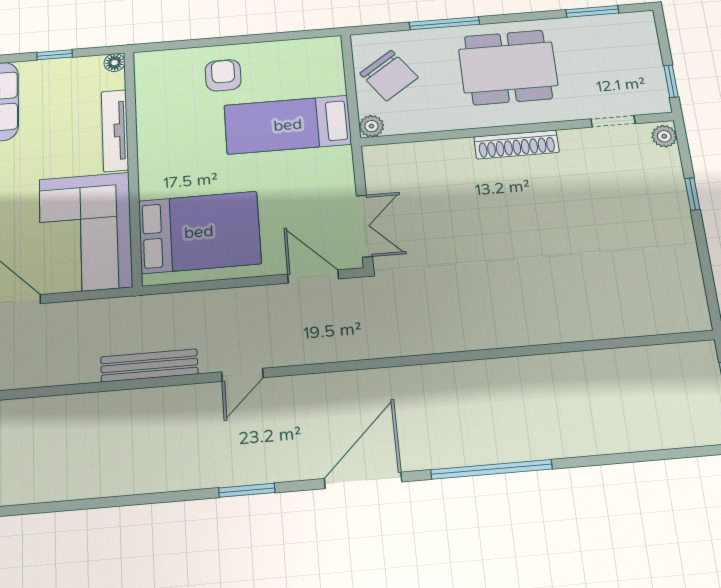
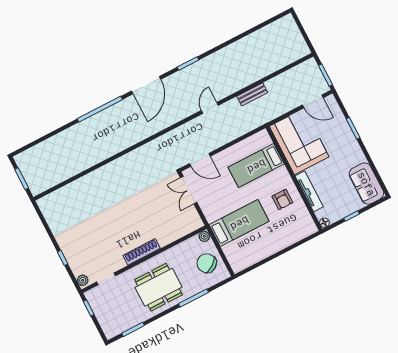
armchair: (223, 75) -> (282, 199), moved
bed: (199, 232) -> (256, 166), width x0.67
bench: (149, 365) -> (252, 94), width x0.73

